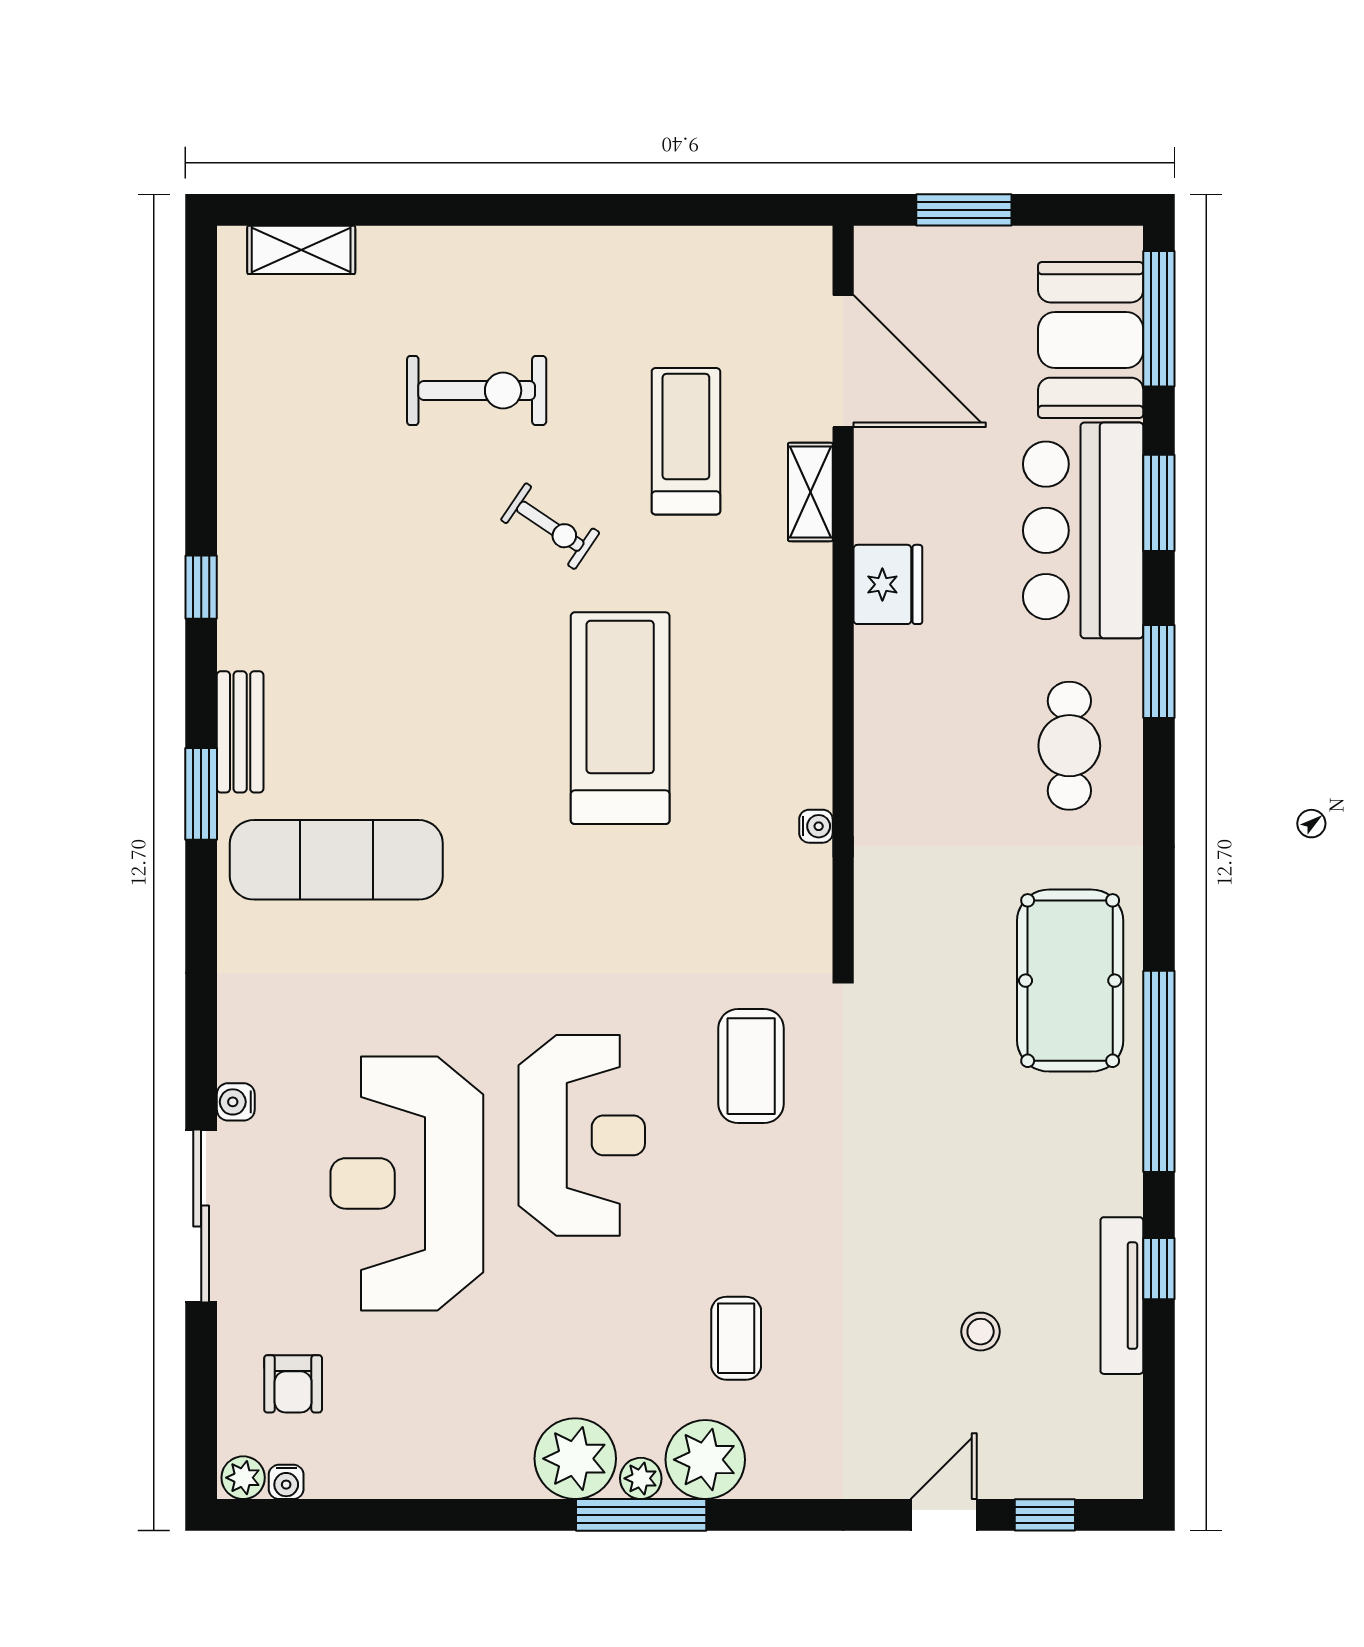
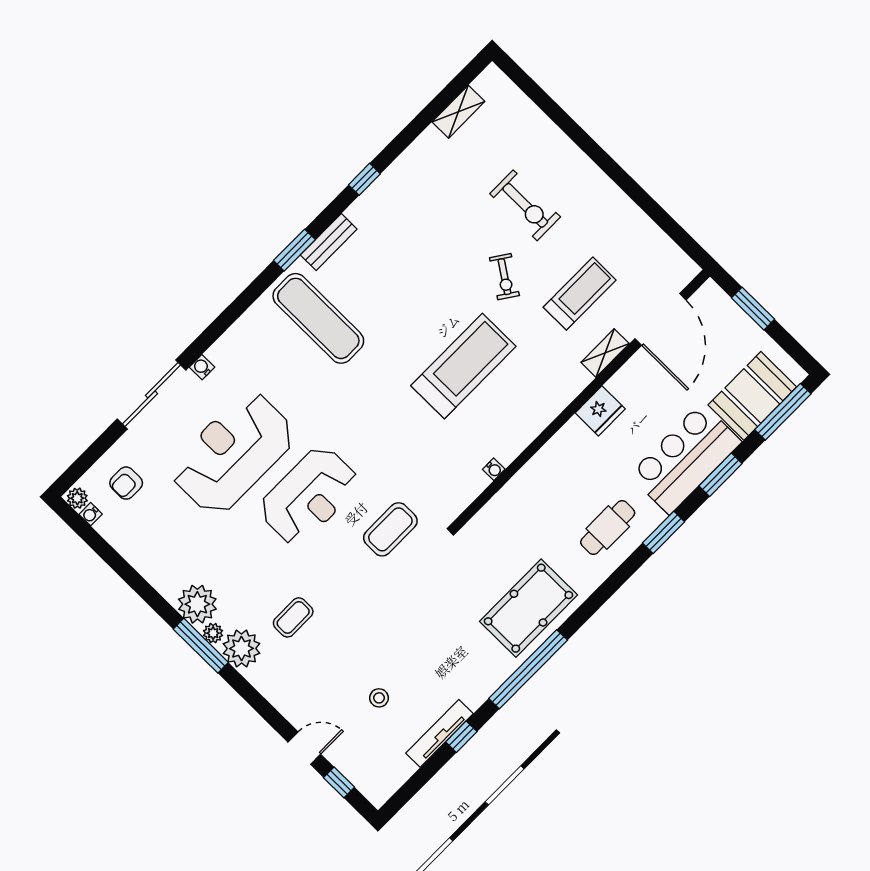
shelving: (301, 250) -> (458, 112), moved, turned 90

